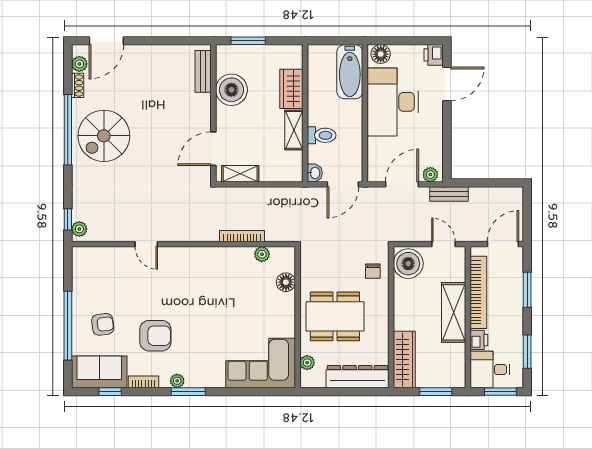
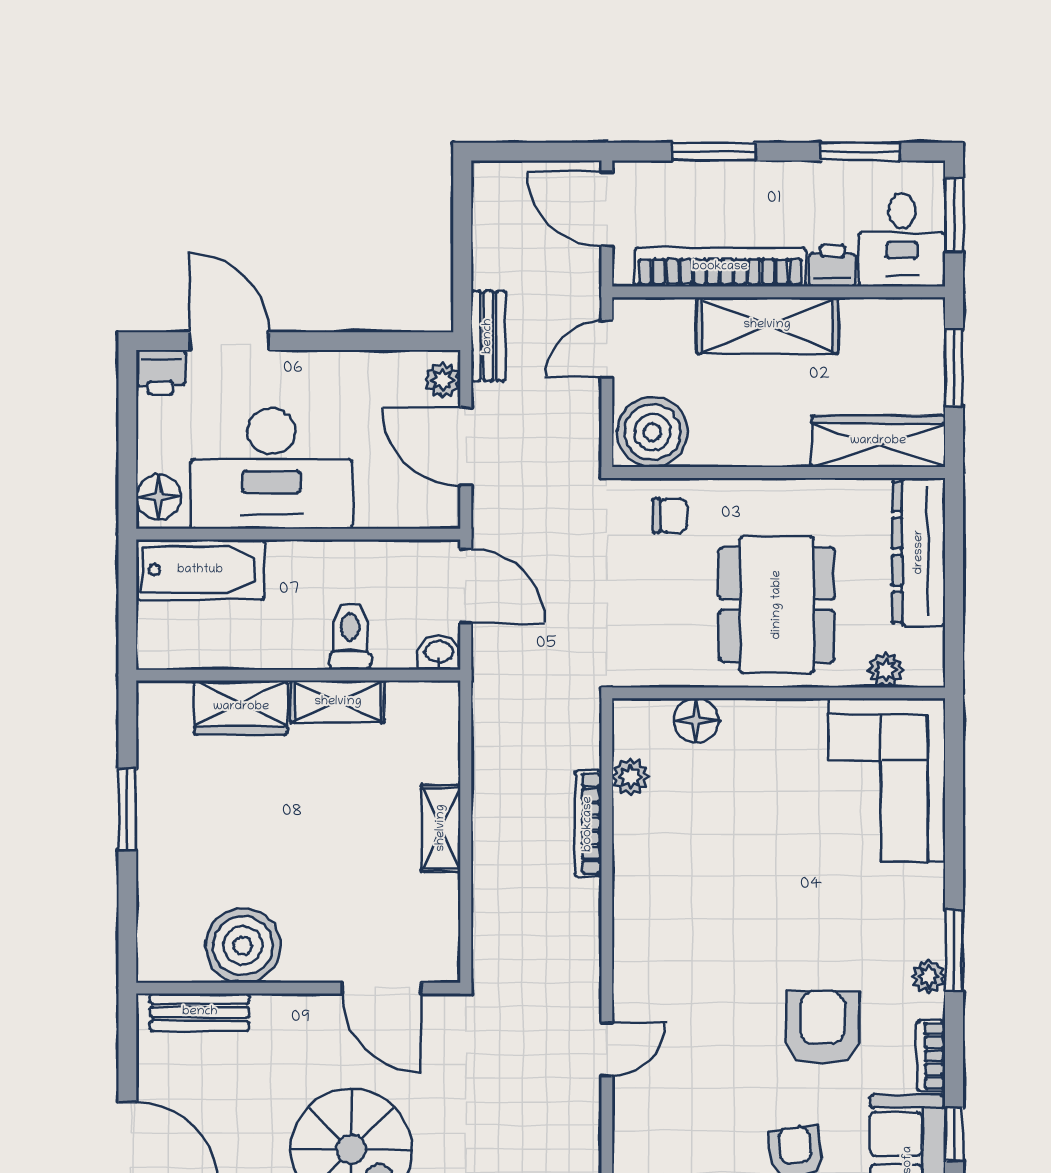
bench: (203, 71) -> (200, 1012), moved
boiler: (231, 90) -> (243, 946), moved
wall: (213, 113) -> (298, 988), moved
door: (213, 149) -> (382, 988), moved

